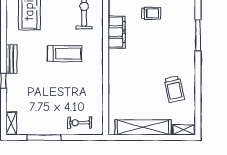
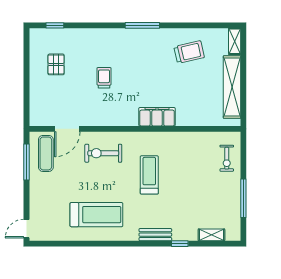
filing cabinet: (117, 32) -> (157, 117), moved
window: (198, 35) -> (142, 25), moved
shelving: (11, 123) -> (211, 235), moved

